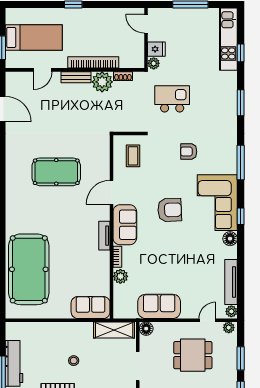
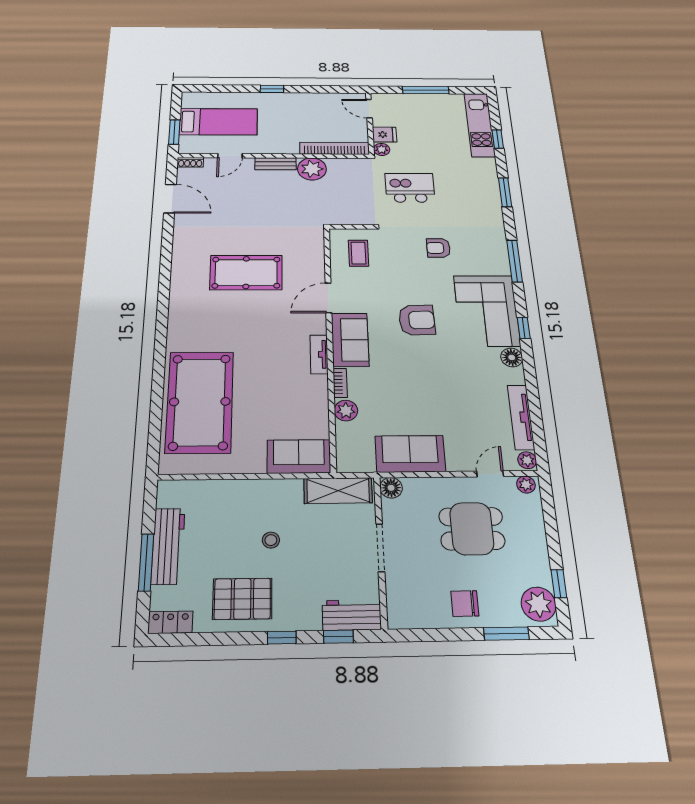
bookcase: (93, 62) -> (335, 148), moved
shoe rack: (123, 76) -> (190, 162), moved
window: (241, 358) -> (552, 533), removed

